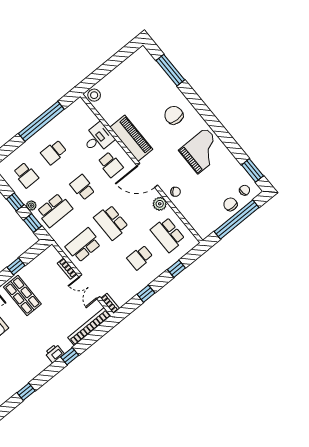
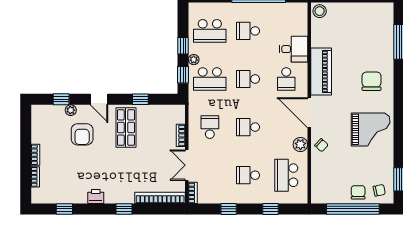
school desk: (26, 175) -> (210, 31), width x1.85
school desk: (82, 187) -> (248, 79), turned -90
school desk: (111, 222) -> (248, 127), width x0.54
school desk: (83, 245) -> (210, 127), width x0.54
printer: (54, 353) -> (96, 196), moved

